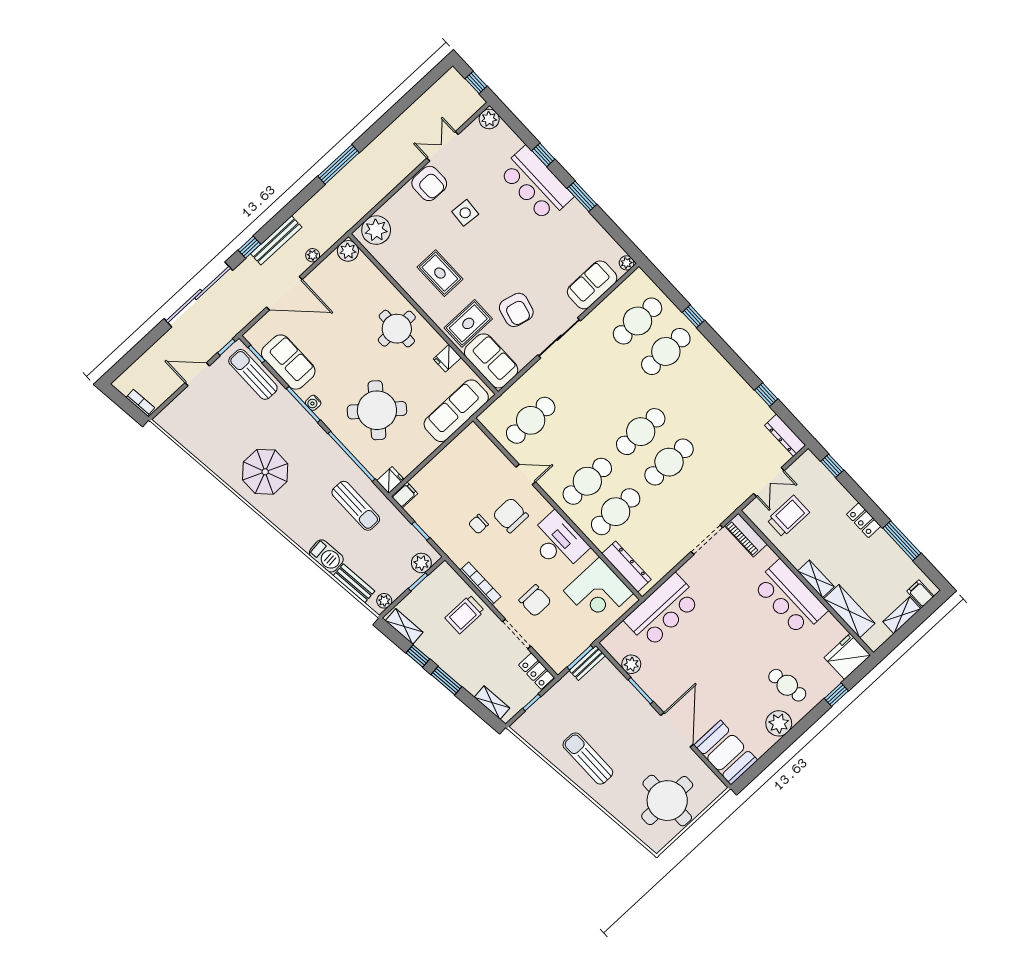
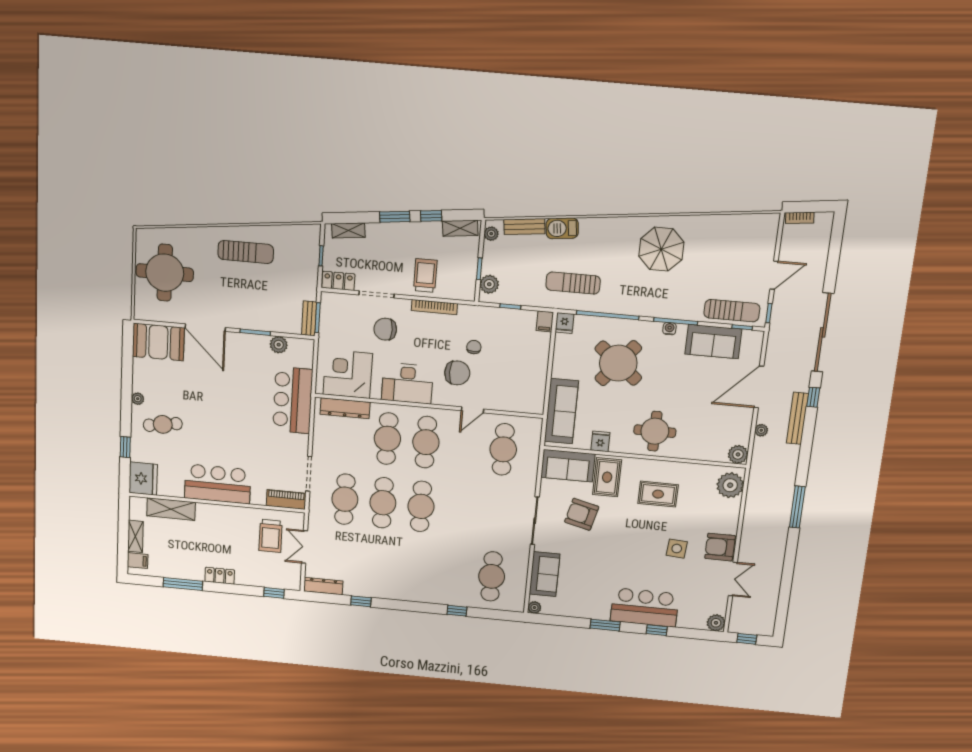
cafe table: (666, 351) -> (345, 499), moved
shelving: (816, 579) -> (213, 511), removed
plant: (779, 723) -> (138, 399), width x0.53, depth x0.53

